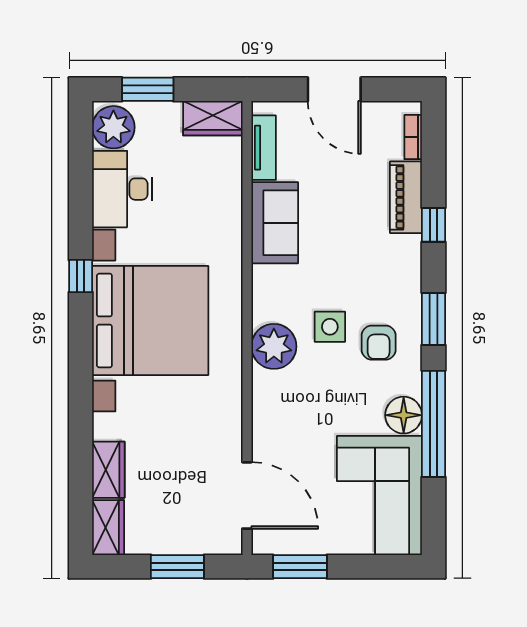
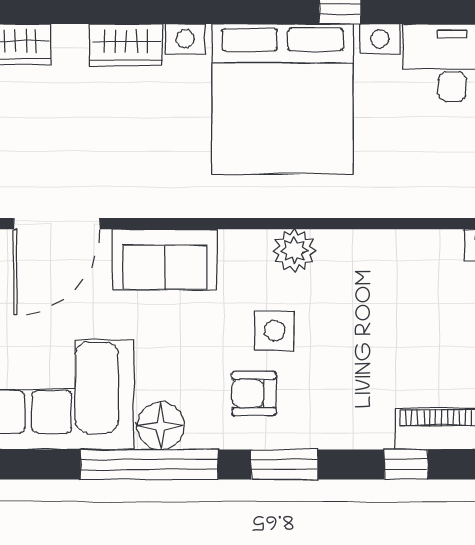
sofa: (275, 223) -> (165, 259), moved
plant: (274, 346) -> (294, 251), moved, width x0.73, depth x0.73
wardrobe: (108, 470) -> (126, 45), moved

